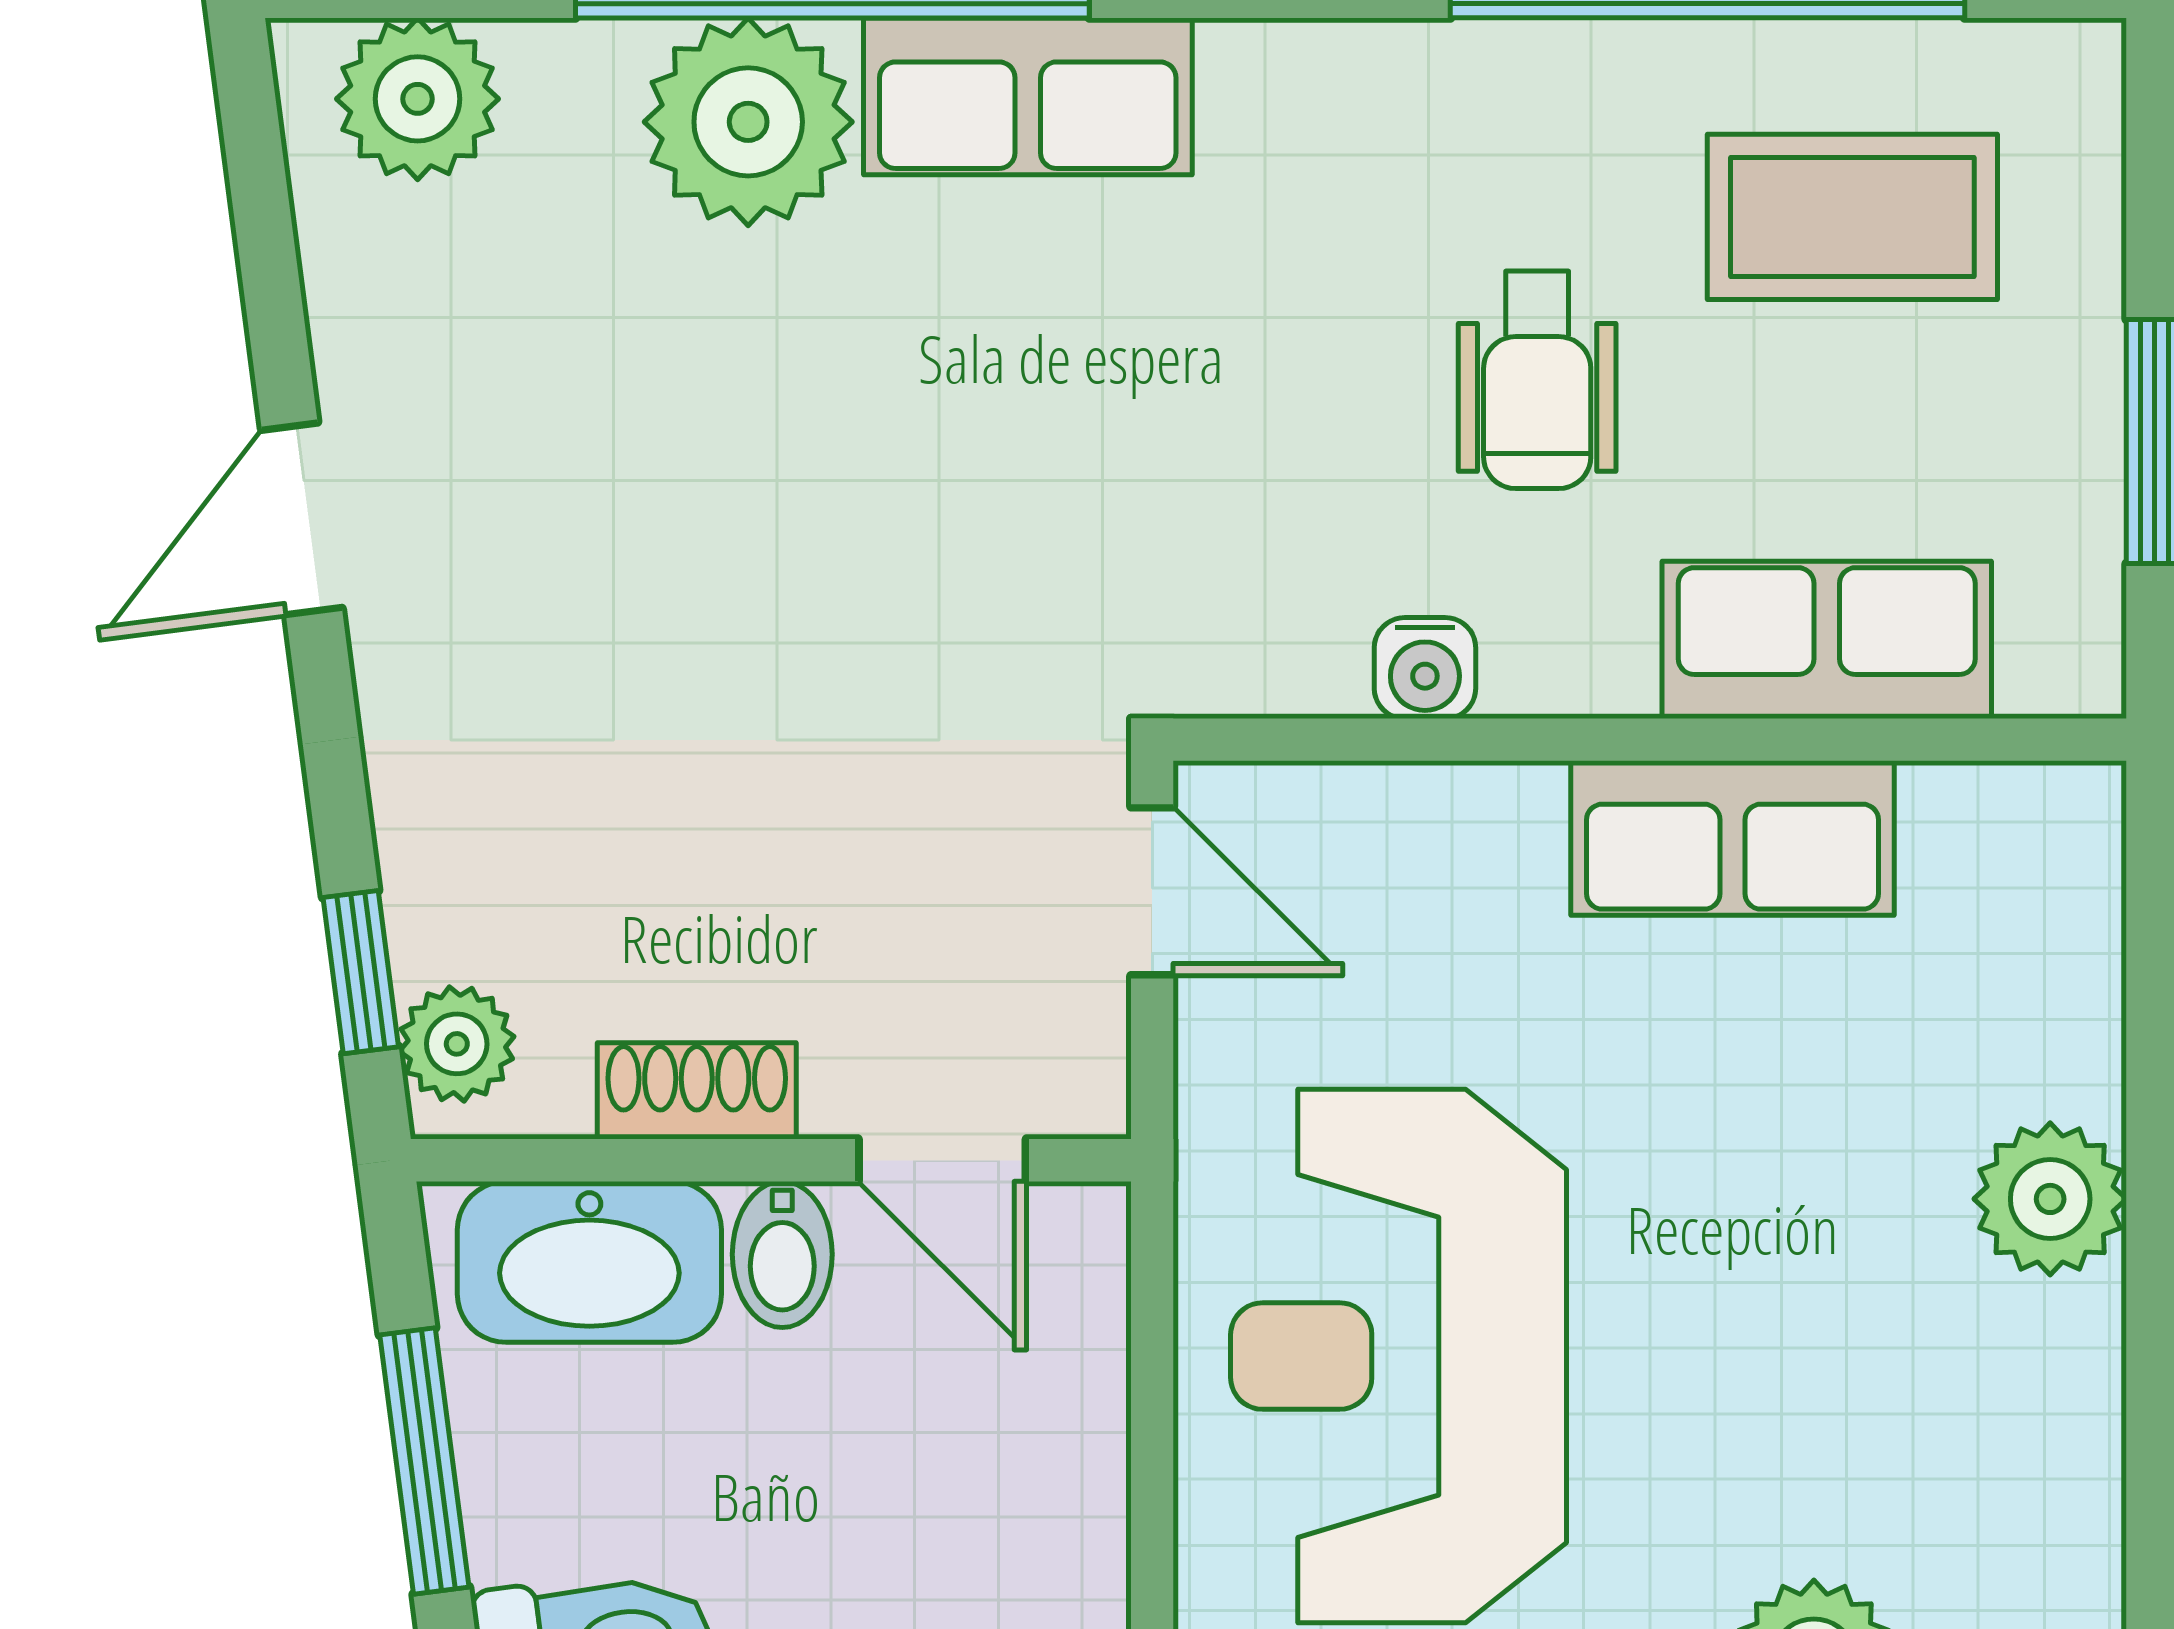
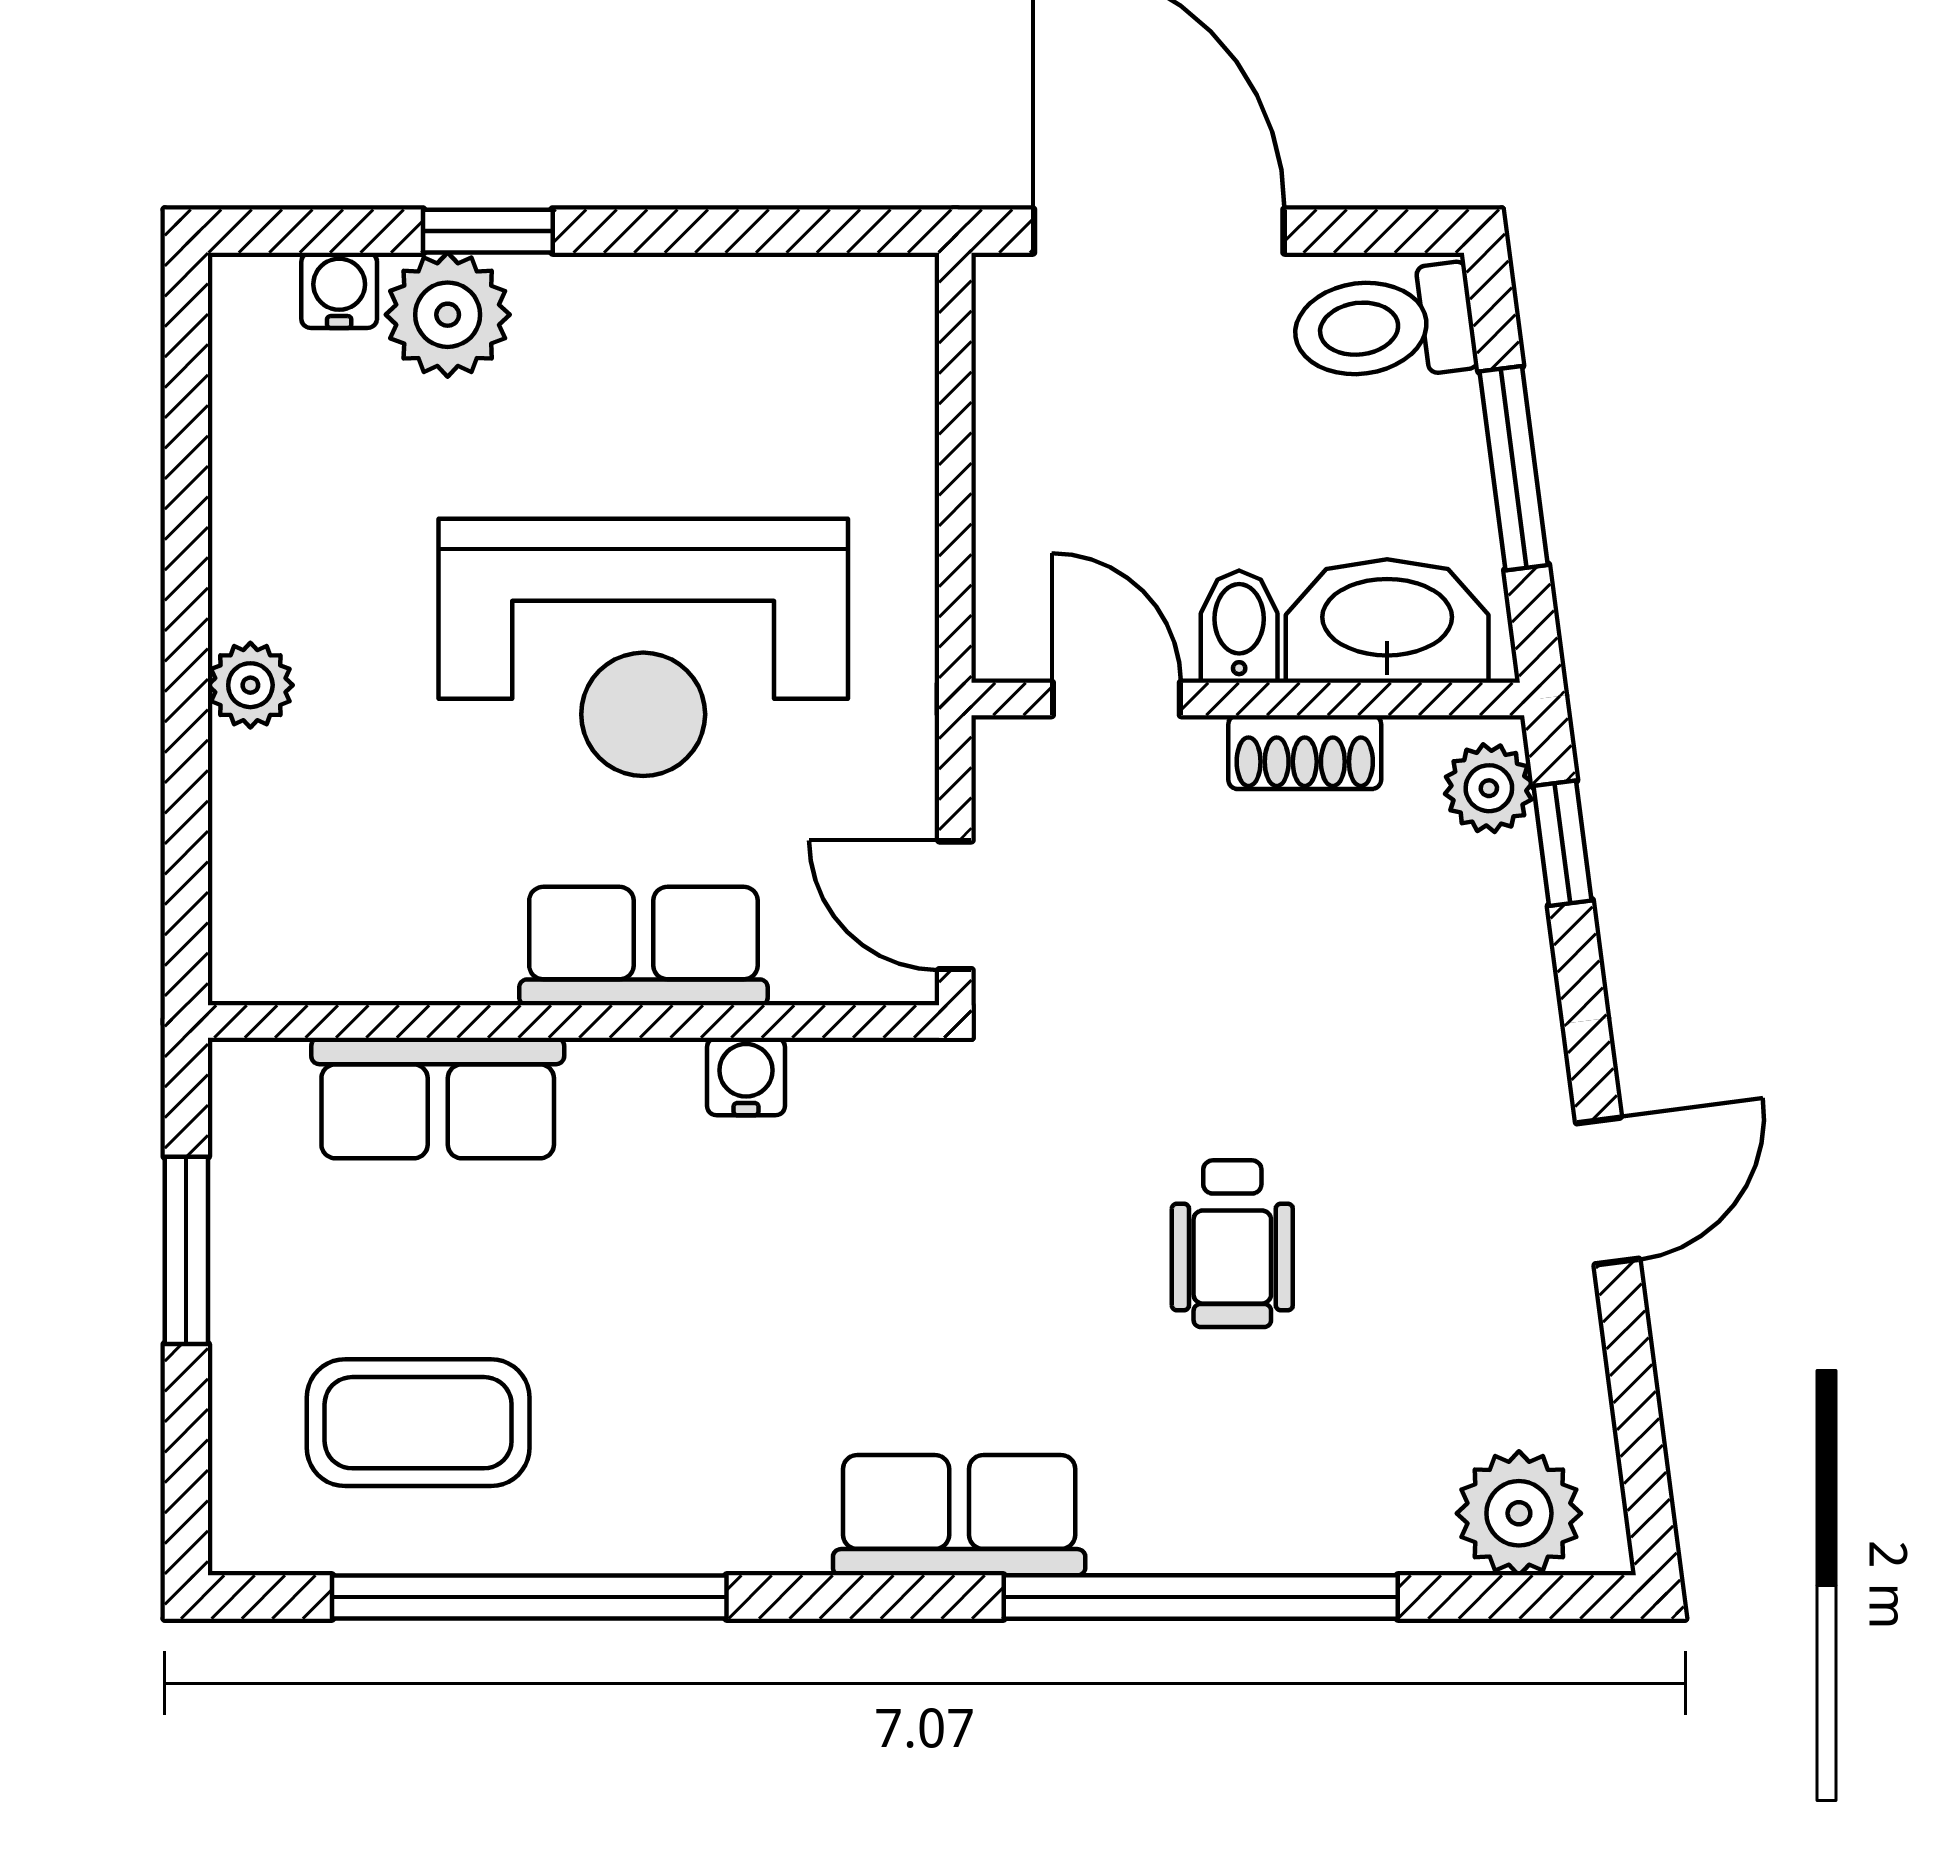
row of seats: (1028, 96) -> (959, 1515), moved
plant: (748, 122) -> (1265, 1496), removed
wheelchair: (1537, 380) -> (1232, 1244), moved, turned 180
row of seats: (1733, 838) -> (643, 946), moved
plant: (2050, 1199) -> (250, 685), width x0.73, depth x0.73
reception desk: (1399, 1356) -> (643, 647), moved, turned 90

